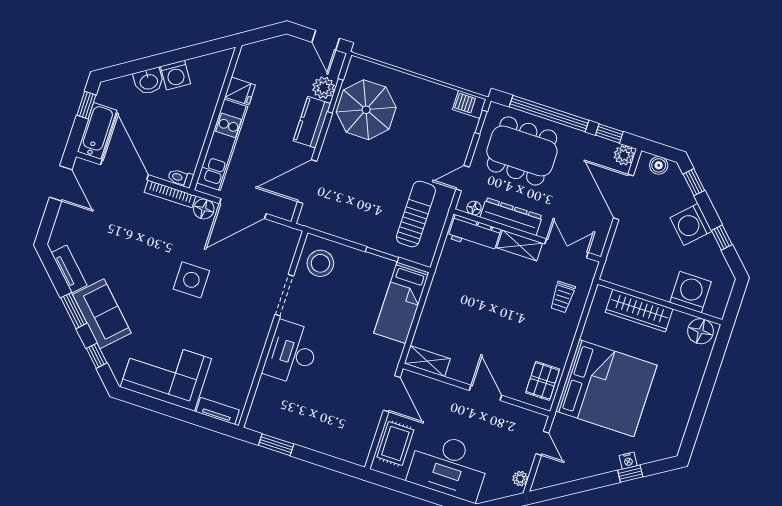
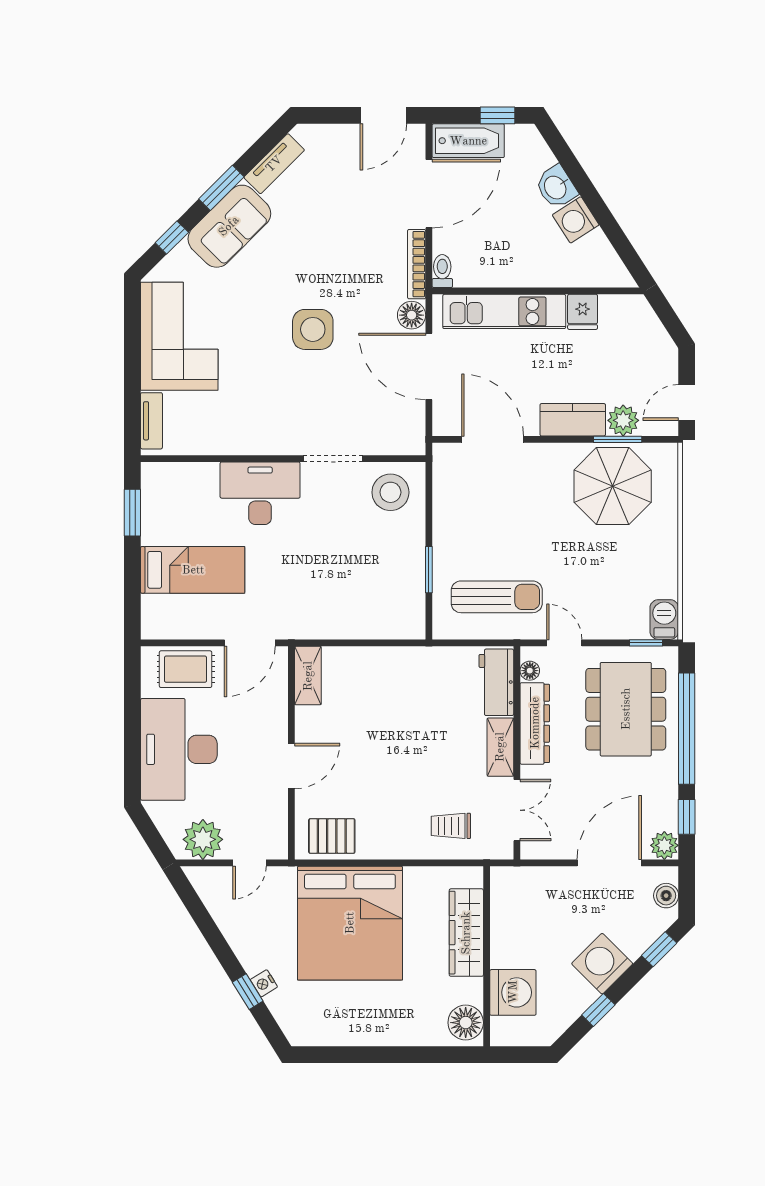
bed: (401, 303) -> (193, 570), moved, turned 180
plant: (520, 479) -> (203, 839), width x1.88, depth x1.88

